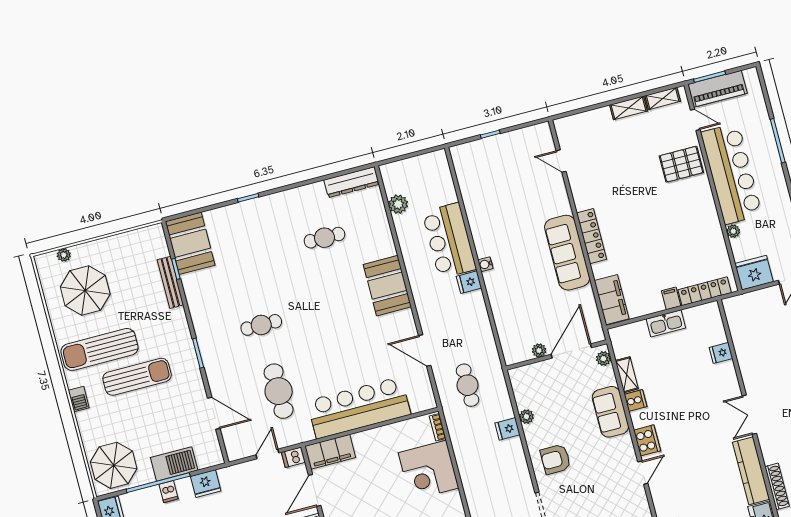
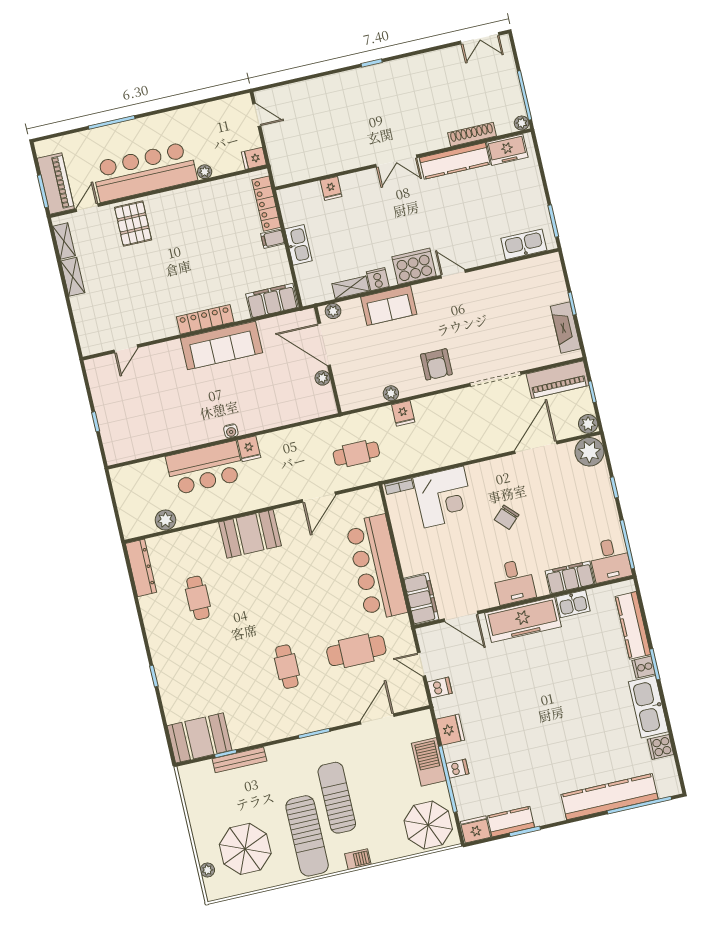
fridge: (754, 273) -> (254, 158), width x0.53, depth x0.75
cooker: (647, 440) -> (414, 266), width x1.37, depth x1.31
dishwasher: (293, 457) -> (440, 688), moved, turned -90

